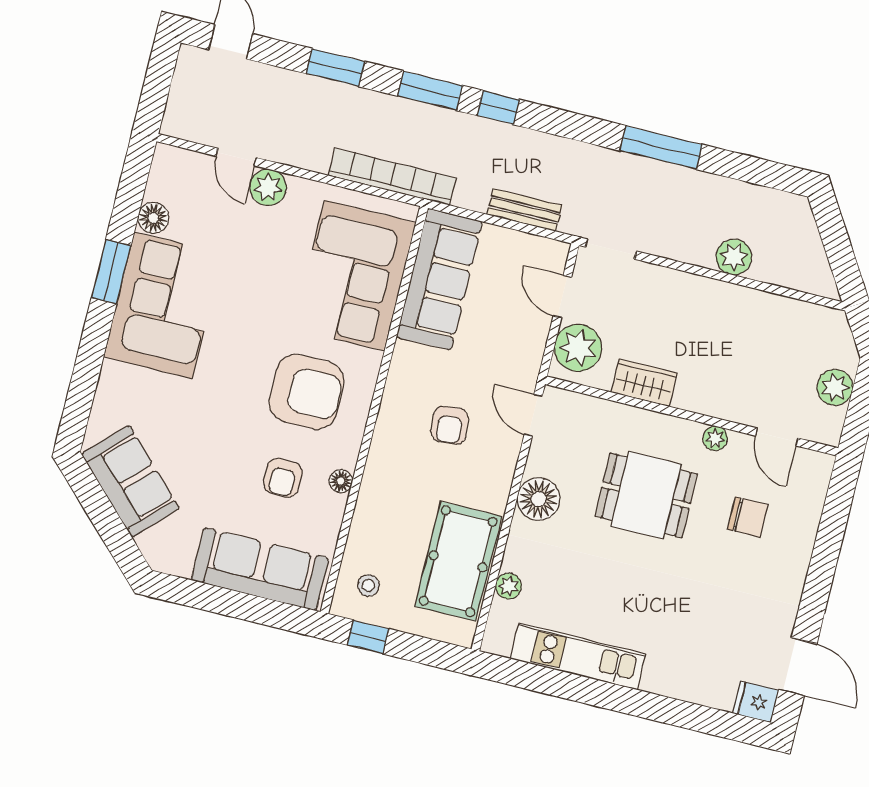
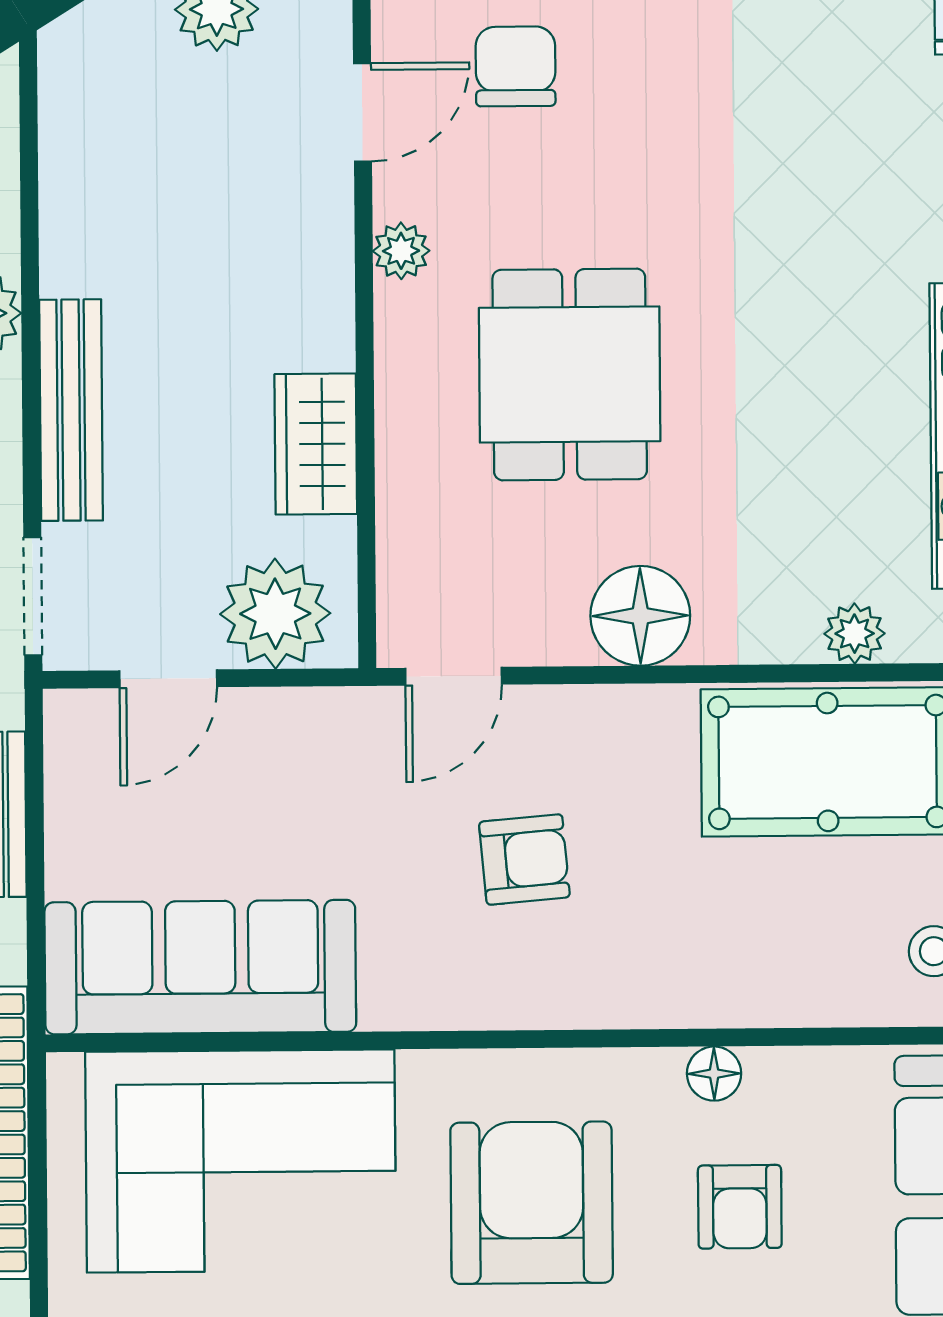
bench: (684, 285) -> (71, 410), added
armchair: (283, 478) -> (740, 1207), turned 90
chair: (748, 517) -> (516, 66), moved

